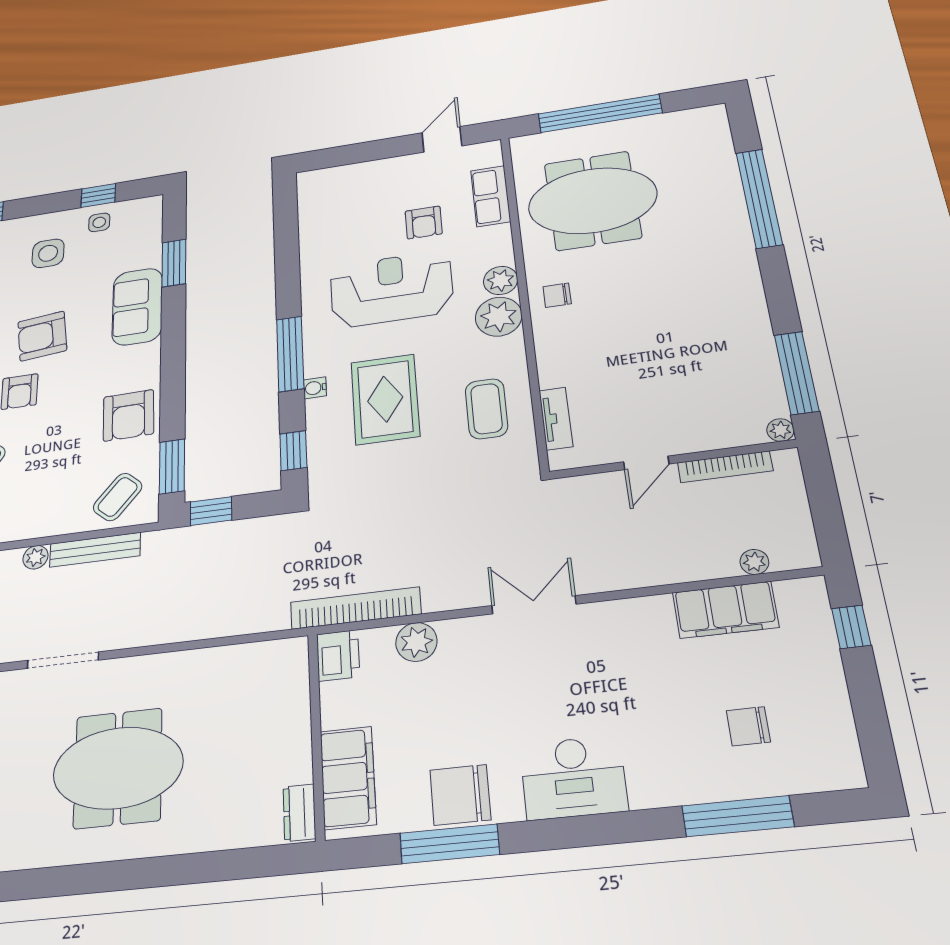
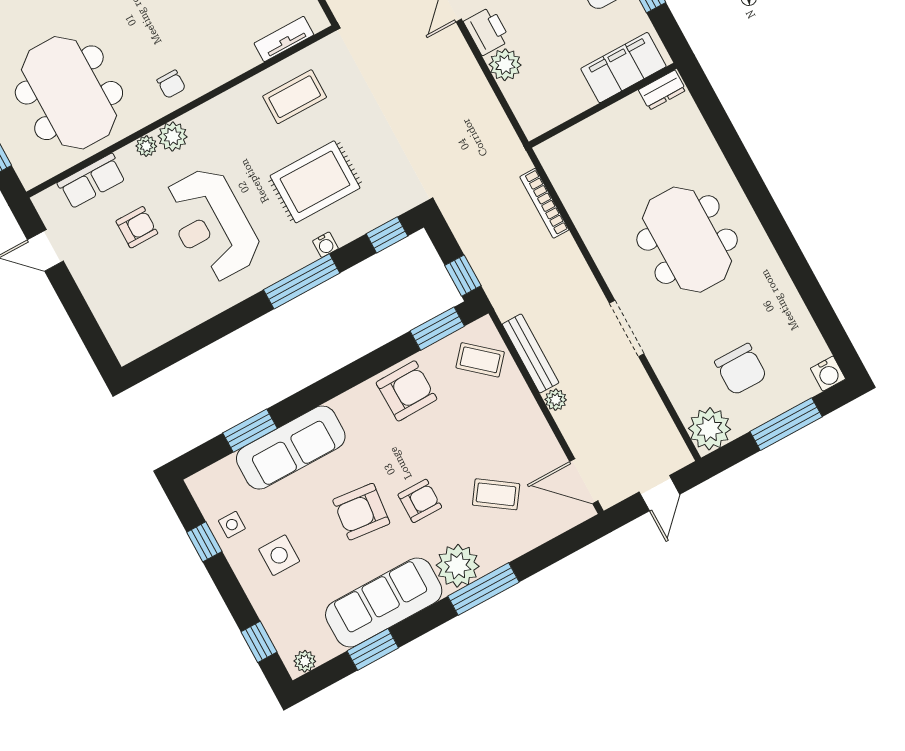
sofa: (137, 306) -> (291, 448), width x1.36
plant: (499, 317) -> (146, 146), moved, width x0.53, depth x0.53
armchair: (42, 336) -> (361, 512), turned 102
bookcase: (356, 608) -> (544, 203), moved, width x0.68, depth x0.76
printer: (338, 655) -> (487, 31), moved, turned 90

